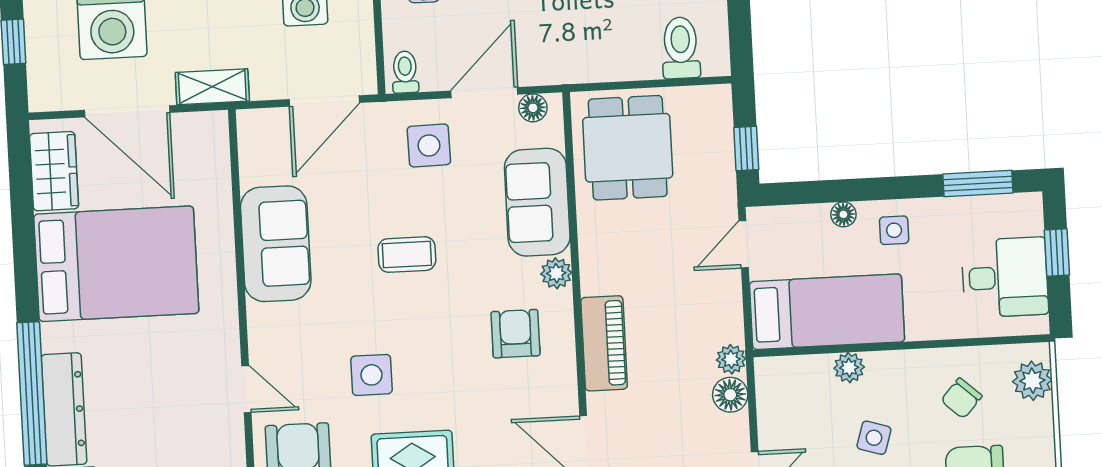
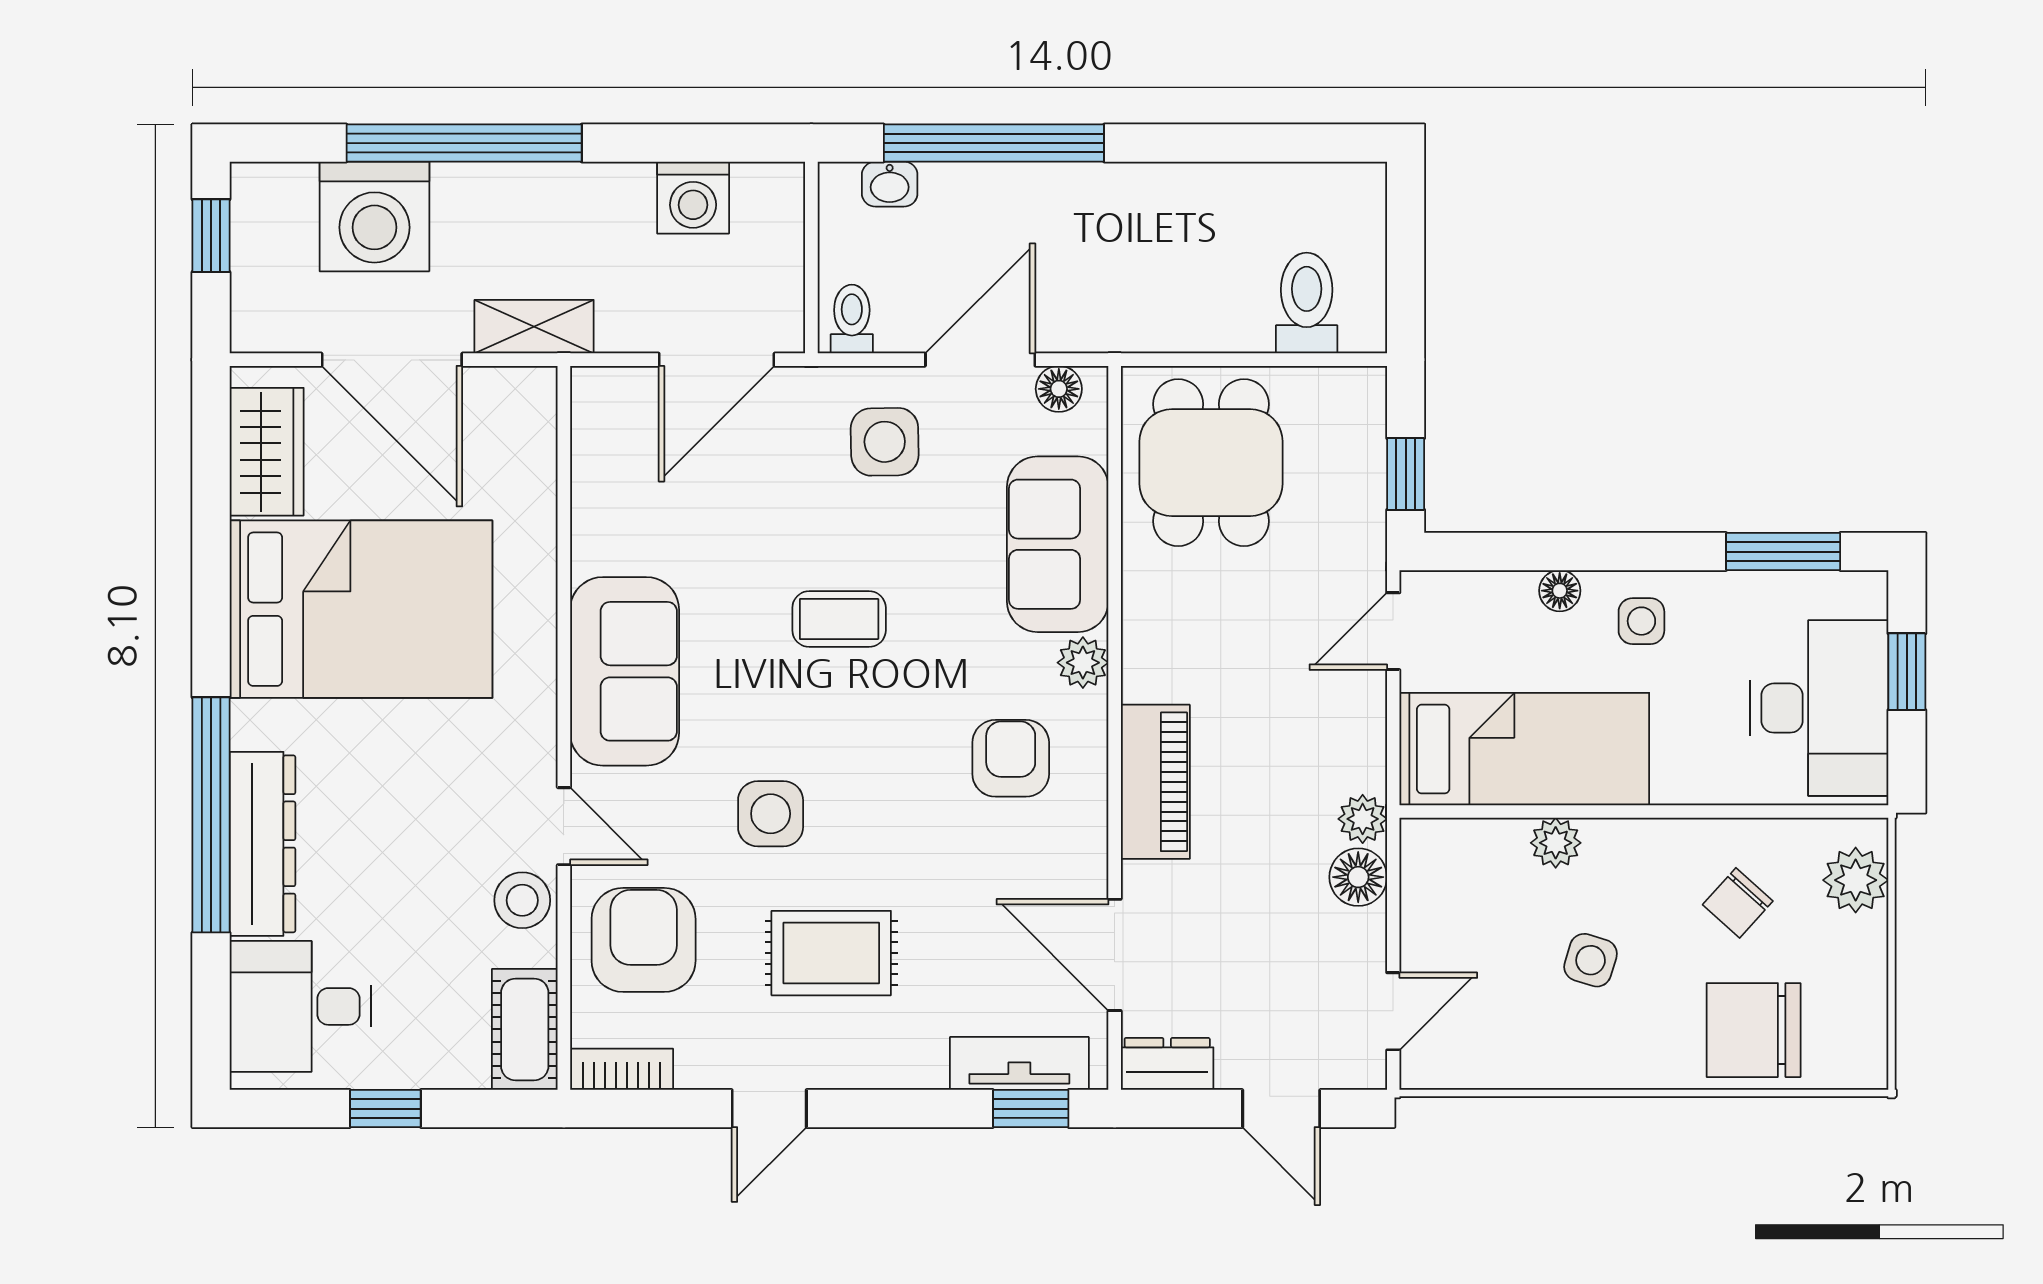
sofa: (276, 244) -> (625, 671), moved
desk: (1005, 277) -> (1819, 708), width x1.37
stool: (223, 435) -> (522, 900), added

